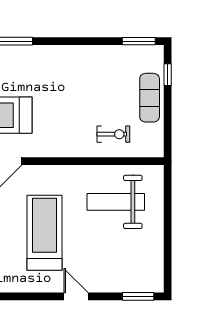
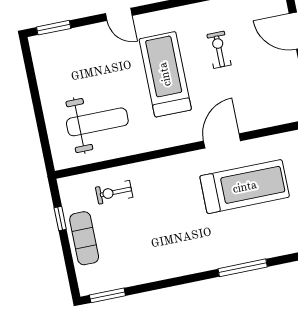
window: (168, 75) -> (60, 218), moved
treadmill: (45, 233) -> (165, 74), turned 180

